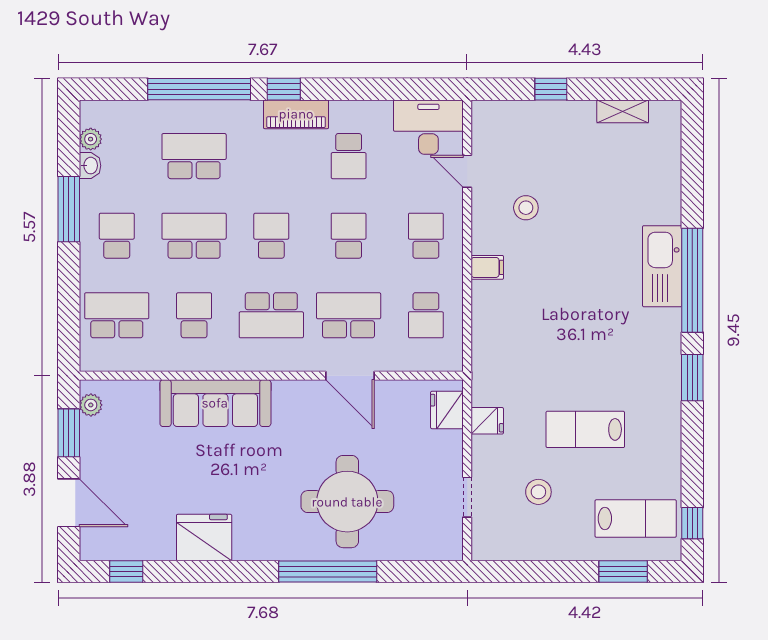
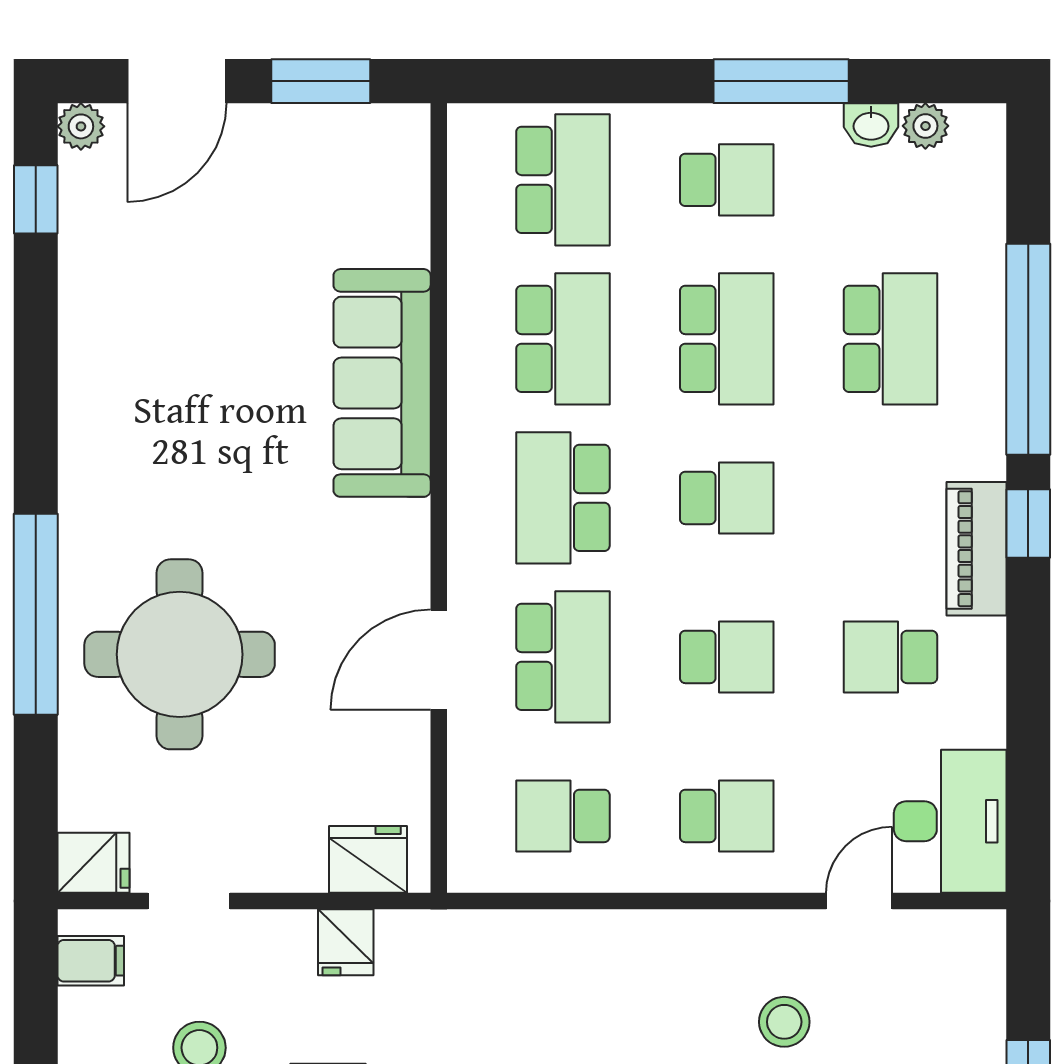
filing cabinet: (487, 267) -> (91, 961), moved, turned -90
school desk: (194, 315) -> (563, 339), width x1.85
plant: (91, 405) -> (81, 126), moved
fridge: (204, 537) -> (93, 863), moved, width x0.53, depth x0.75

